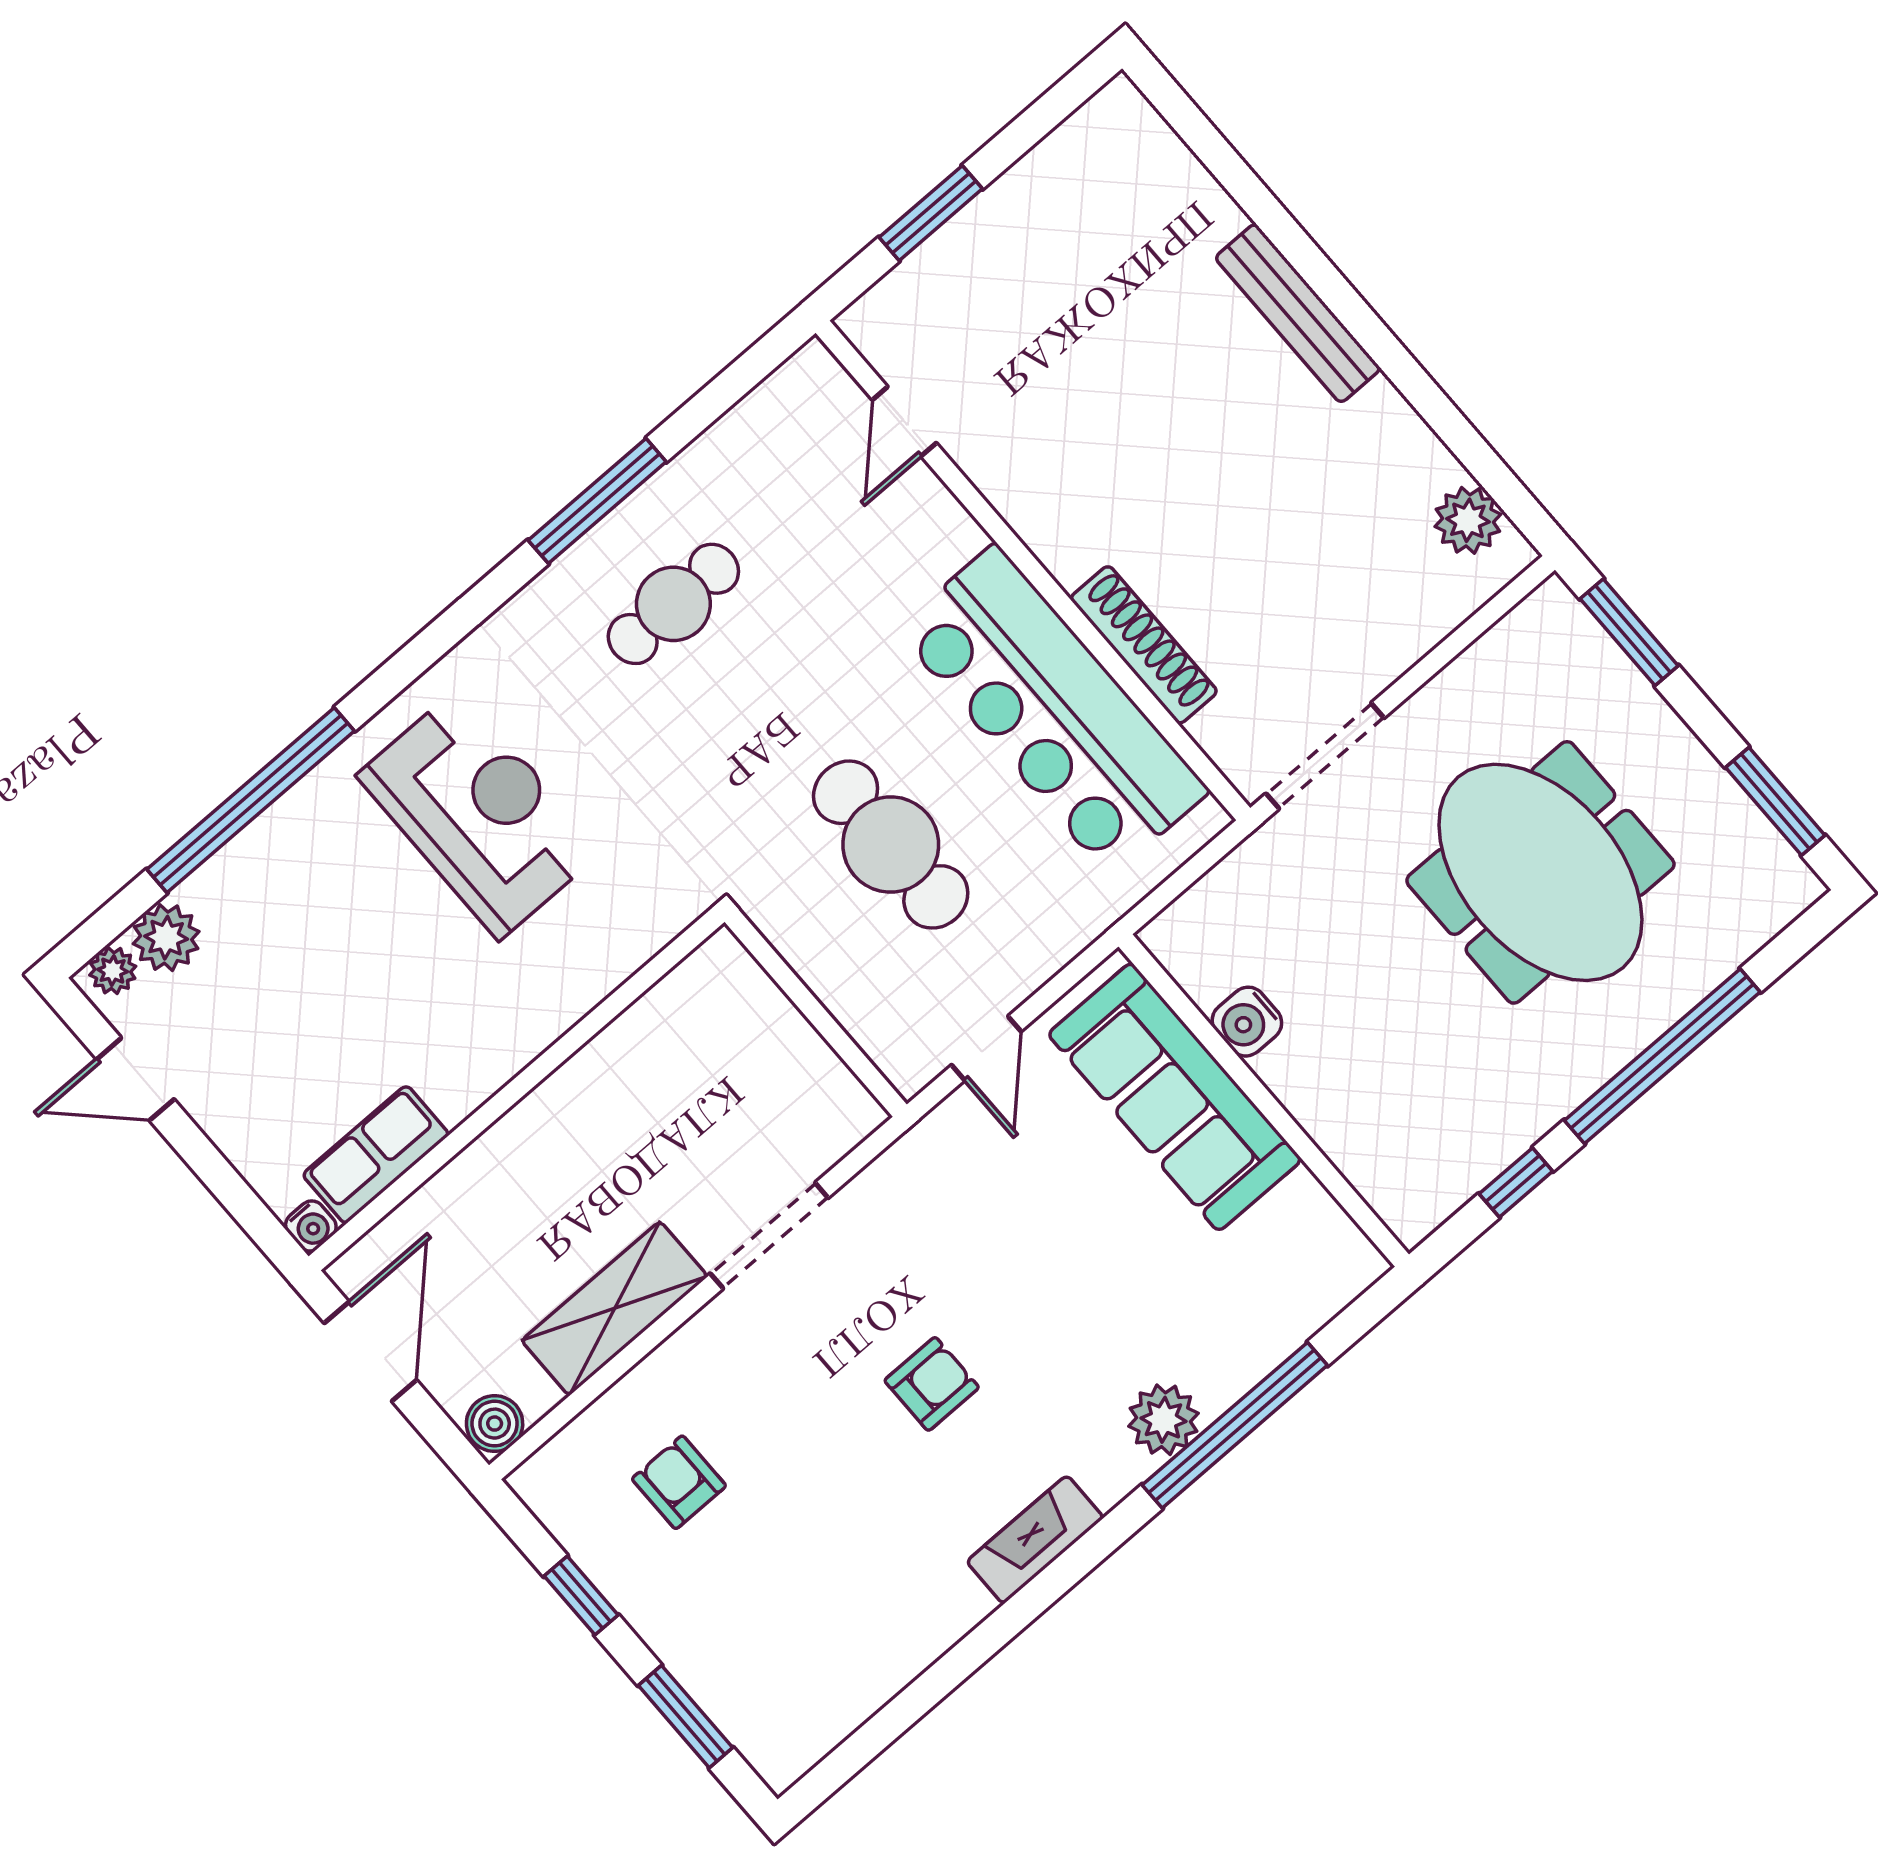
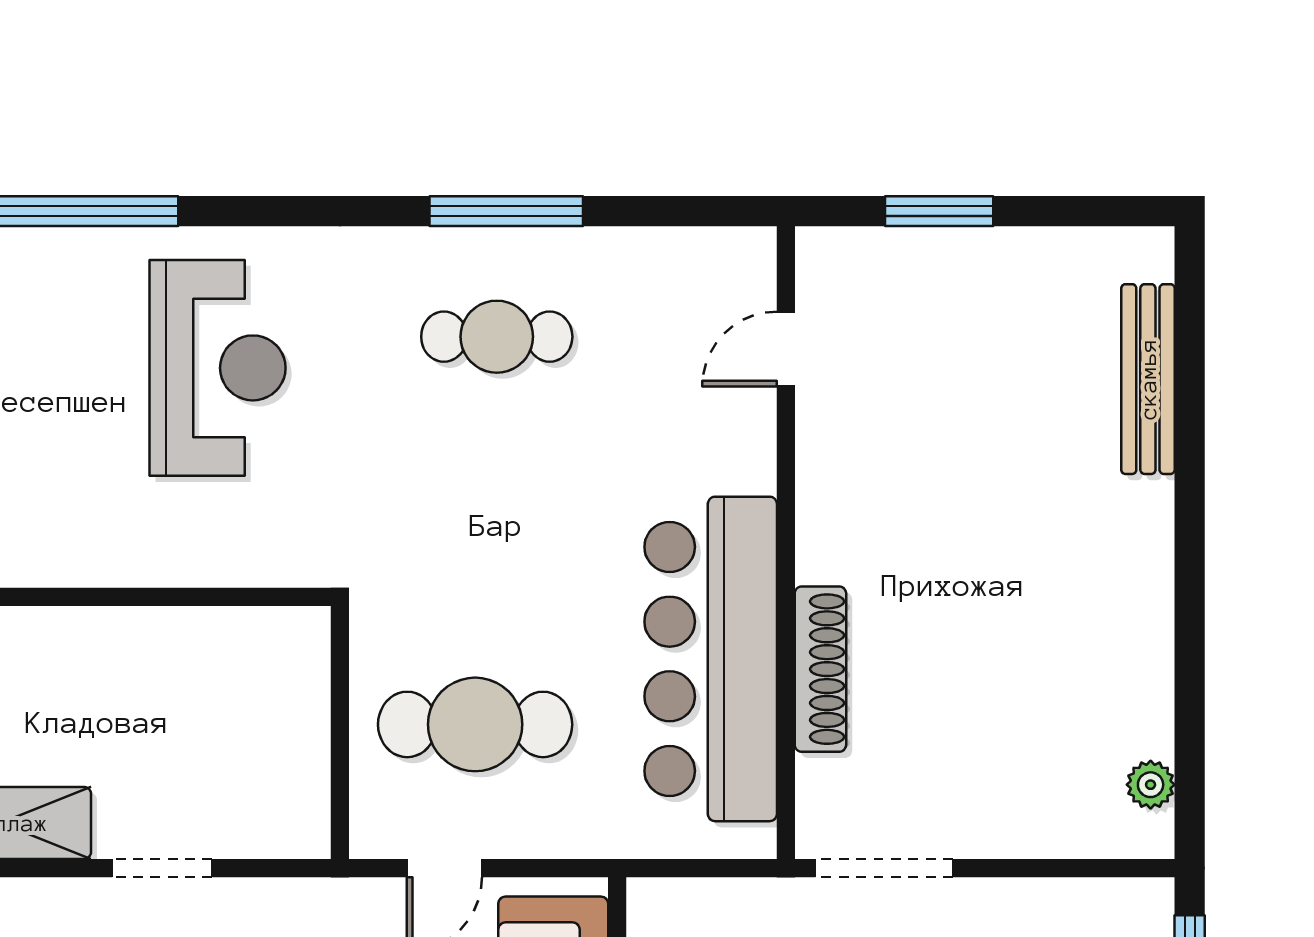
bench: (1298, 313) -> (1148, 379), moved
plant: (1468, 520) -> (1151, 785), width x0.73, depth x0.73
cafe table: (891, 845) -> (475, 724), moved, turned 90
doorway: (769, 1236) -> (162, 868), width x0.73

